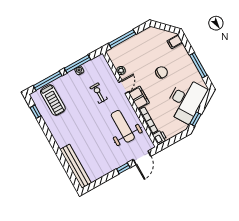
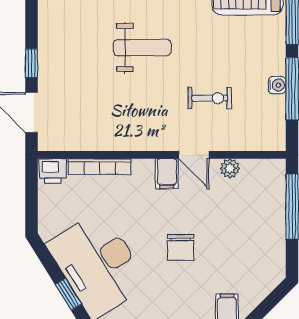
filing cabinet: (139, 98) -> (167, 174), width x0.50
window: (196, 119) -> (68, 294), moved
weight bench: (123, 126) -> (142, 47), moved, width x0.73, depth x0.75

